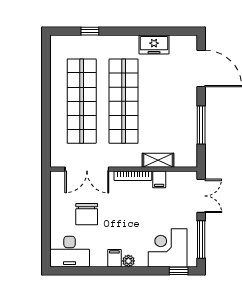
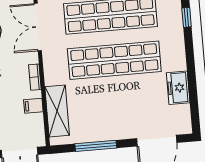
shelving: (158, 160) -> (57, 111), width x1.50, depth x1.33
bookcase: (133, 176) -> (35, 77), width x0.64

